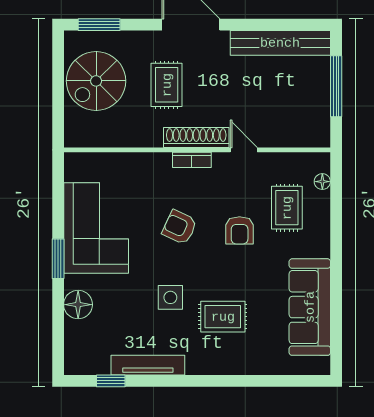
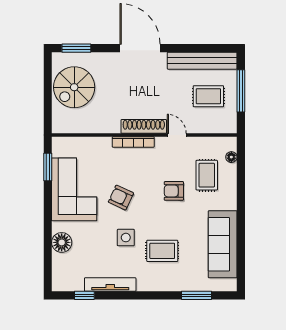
rug: (167, 85) -> (208, 96), moved, turned 90
bookcase: (192, 160) -> (133, 142), width x1.56
armchair: (179, 227) -> (121, 198), moved
armchair: (240, 230) -> (174, 191), turned 90
window: (58, 259) -> (48, 167), moved
window: (272, 381) -> (197, 295), added

